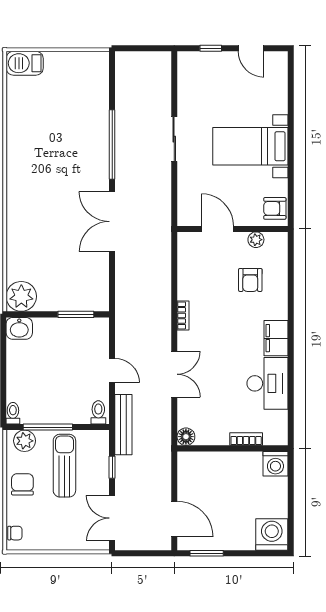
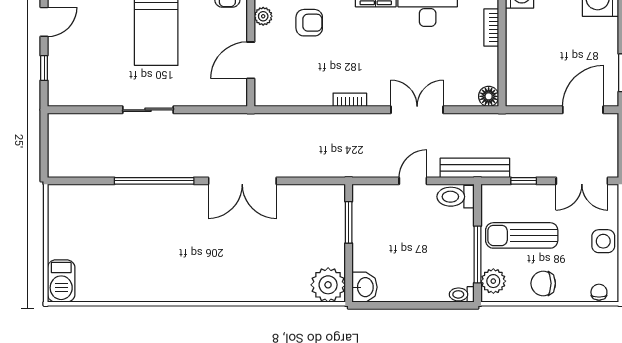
toilet: (98, 412) -> (456, 197), width x1.37, depth x1.39
side table: (59, 537) -> (603, 241), added

